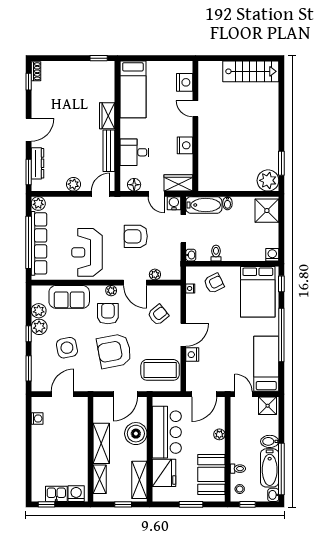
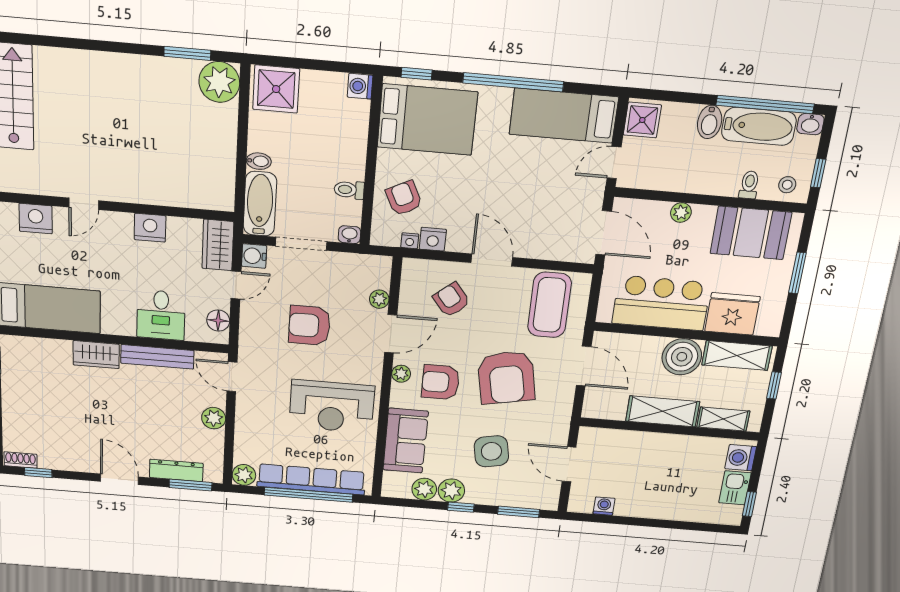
armchair: (136, 236) -> (310, 325), turned 90
nightstand: (192, 355) -> (433, 239), moved
boiler: (136, 434) -> (682, 357), moved

